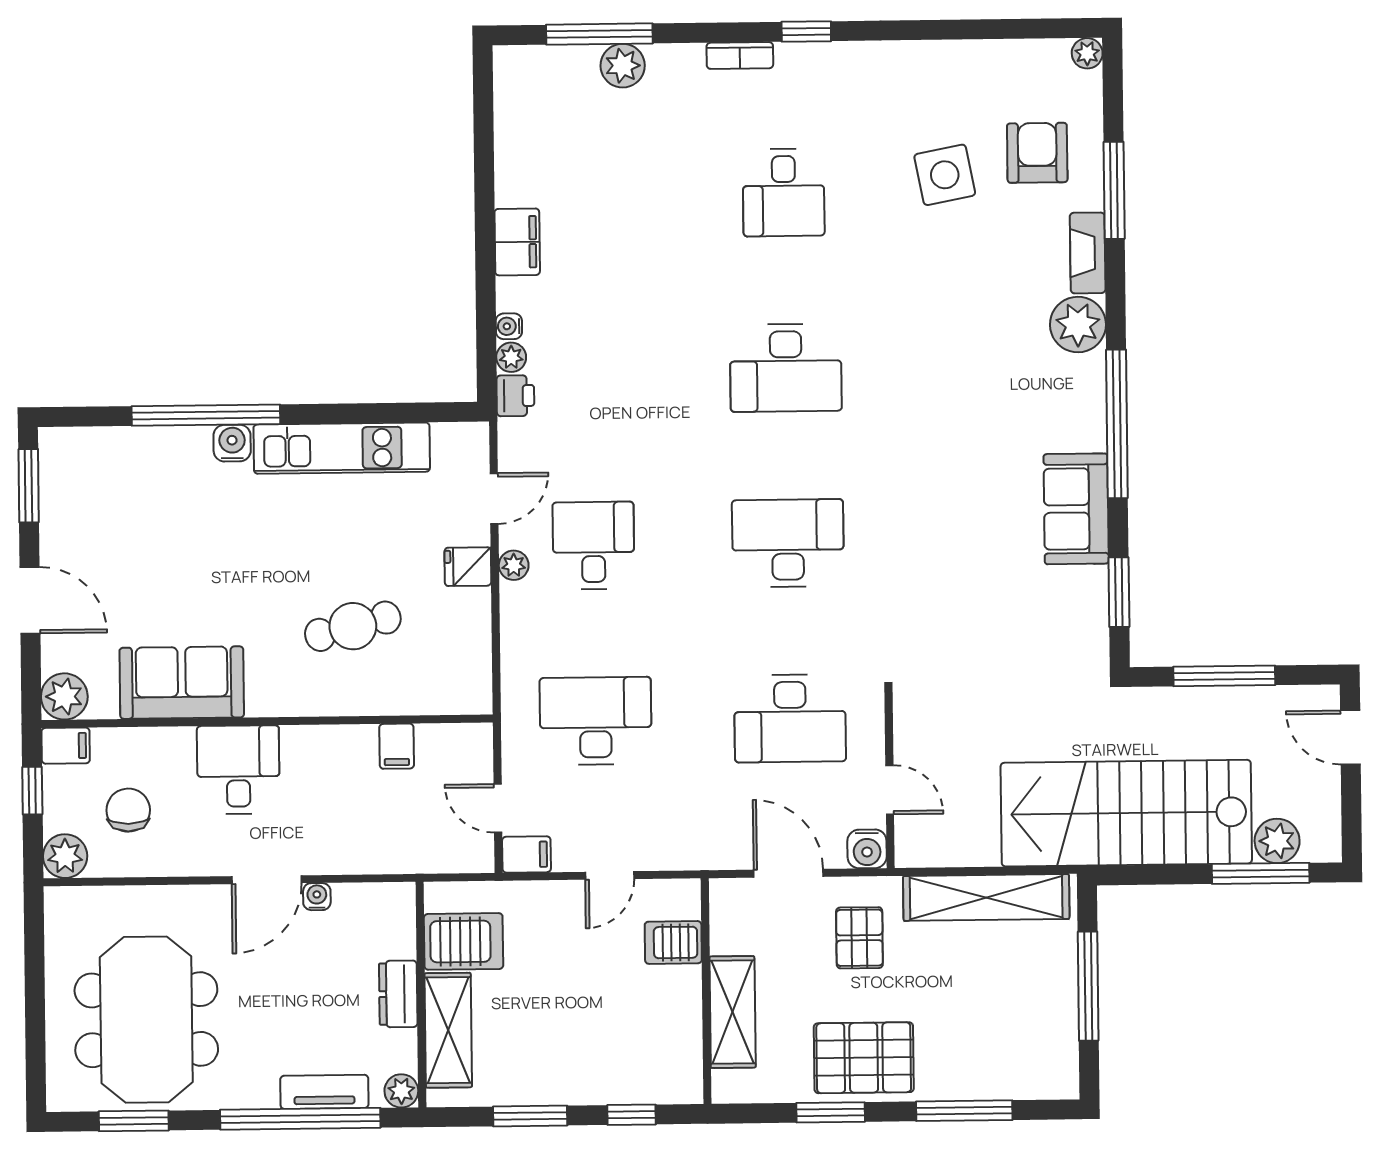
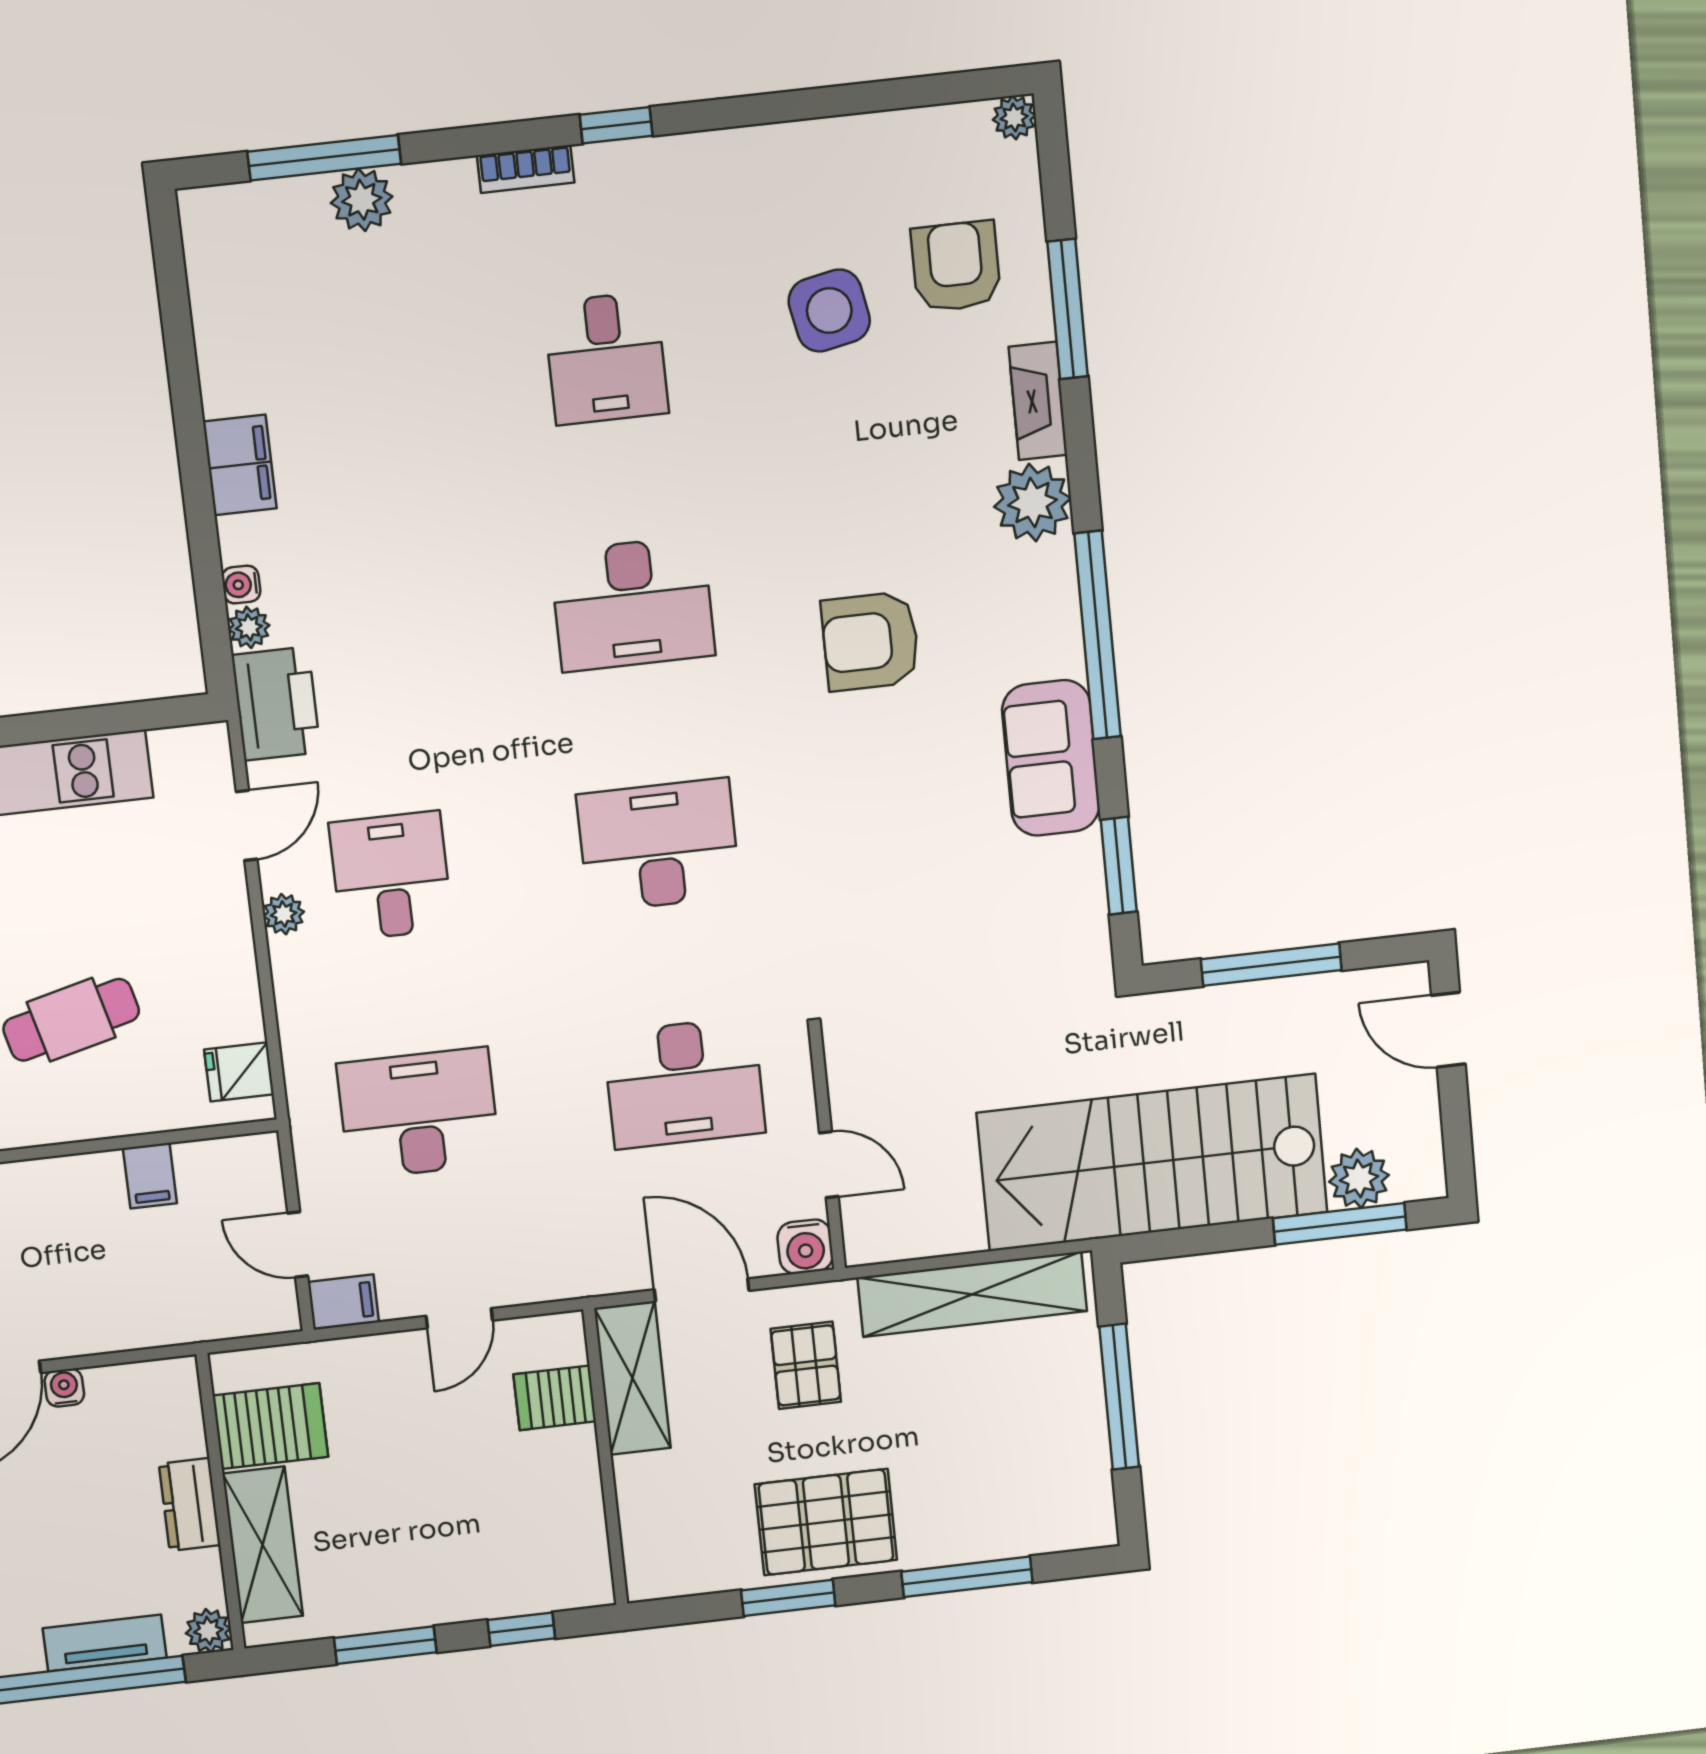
printer: (515, 396) -> (276, 704), width x1.87, depth x1.48
armchair: (953, 412) -> (870, 641), added
fridge: (468, 567) -> (239, 1072), moved
shelving: (733, 1012) -> (633, 1378), moved

